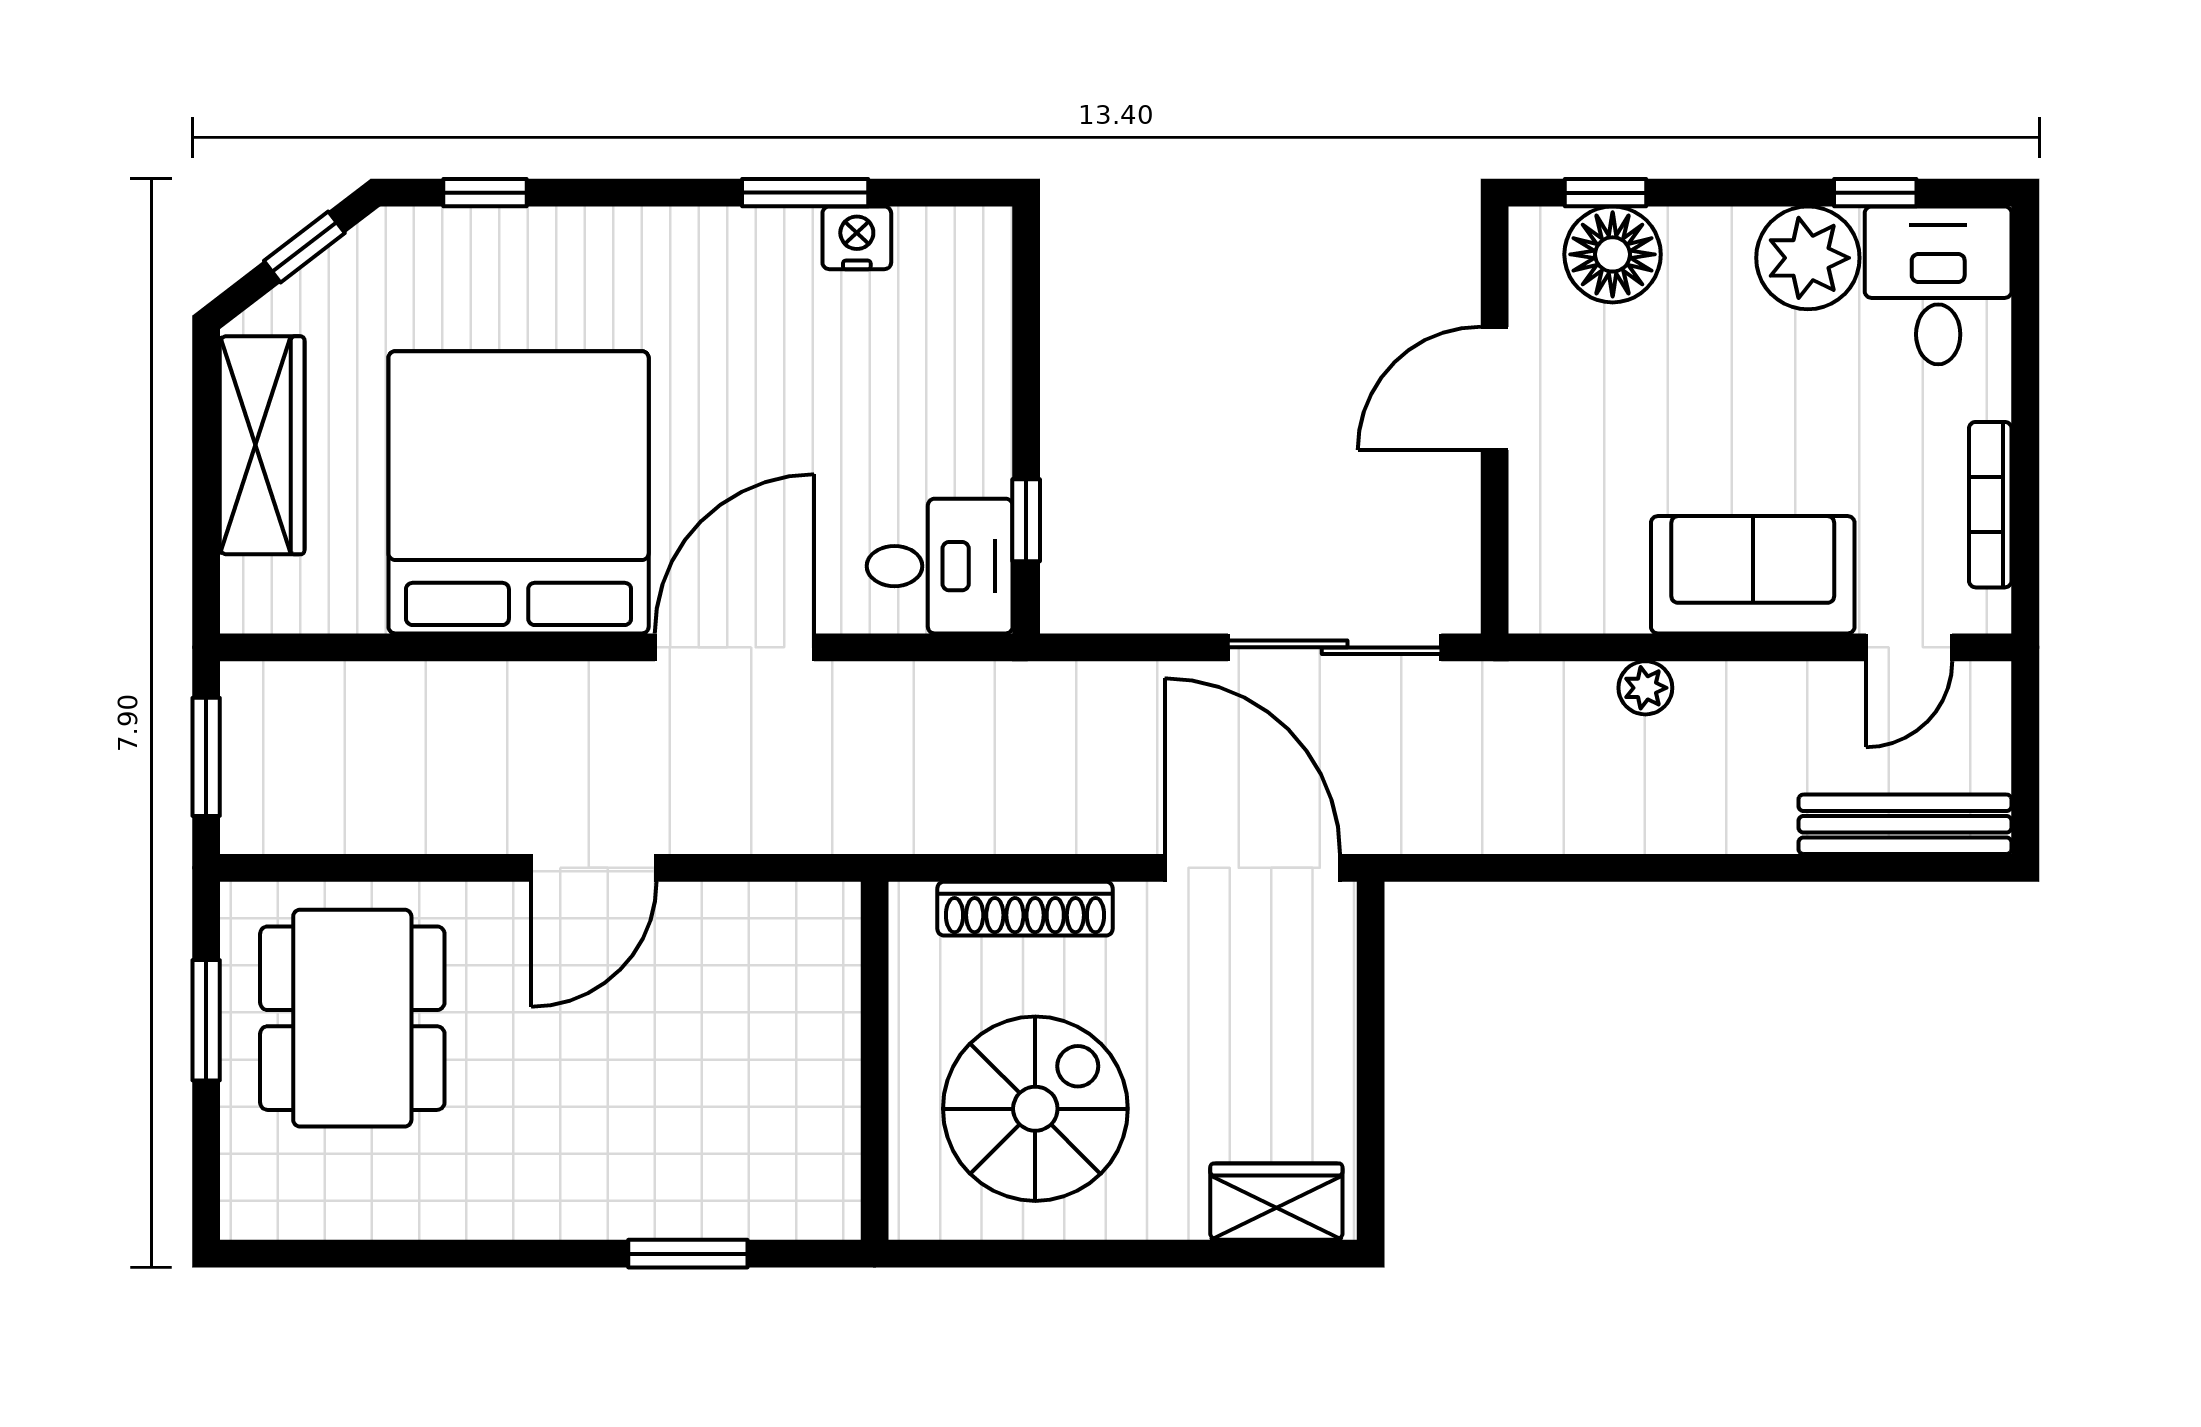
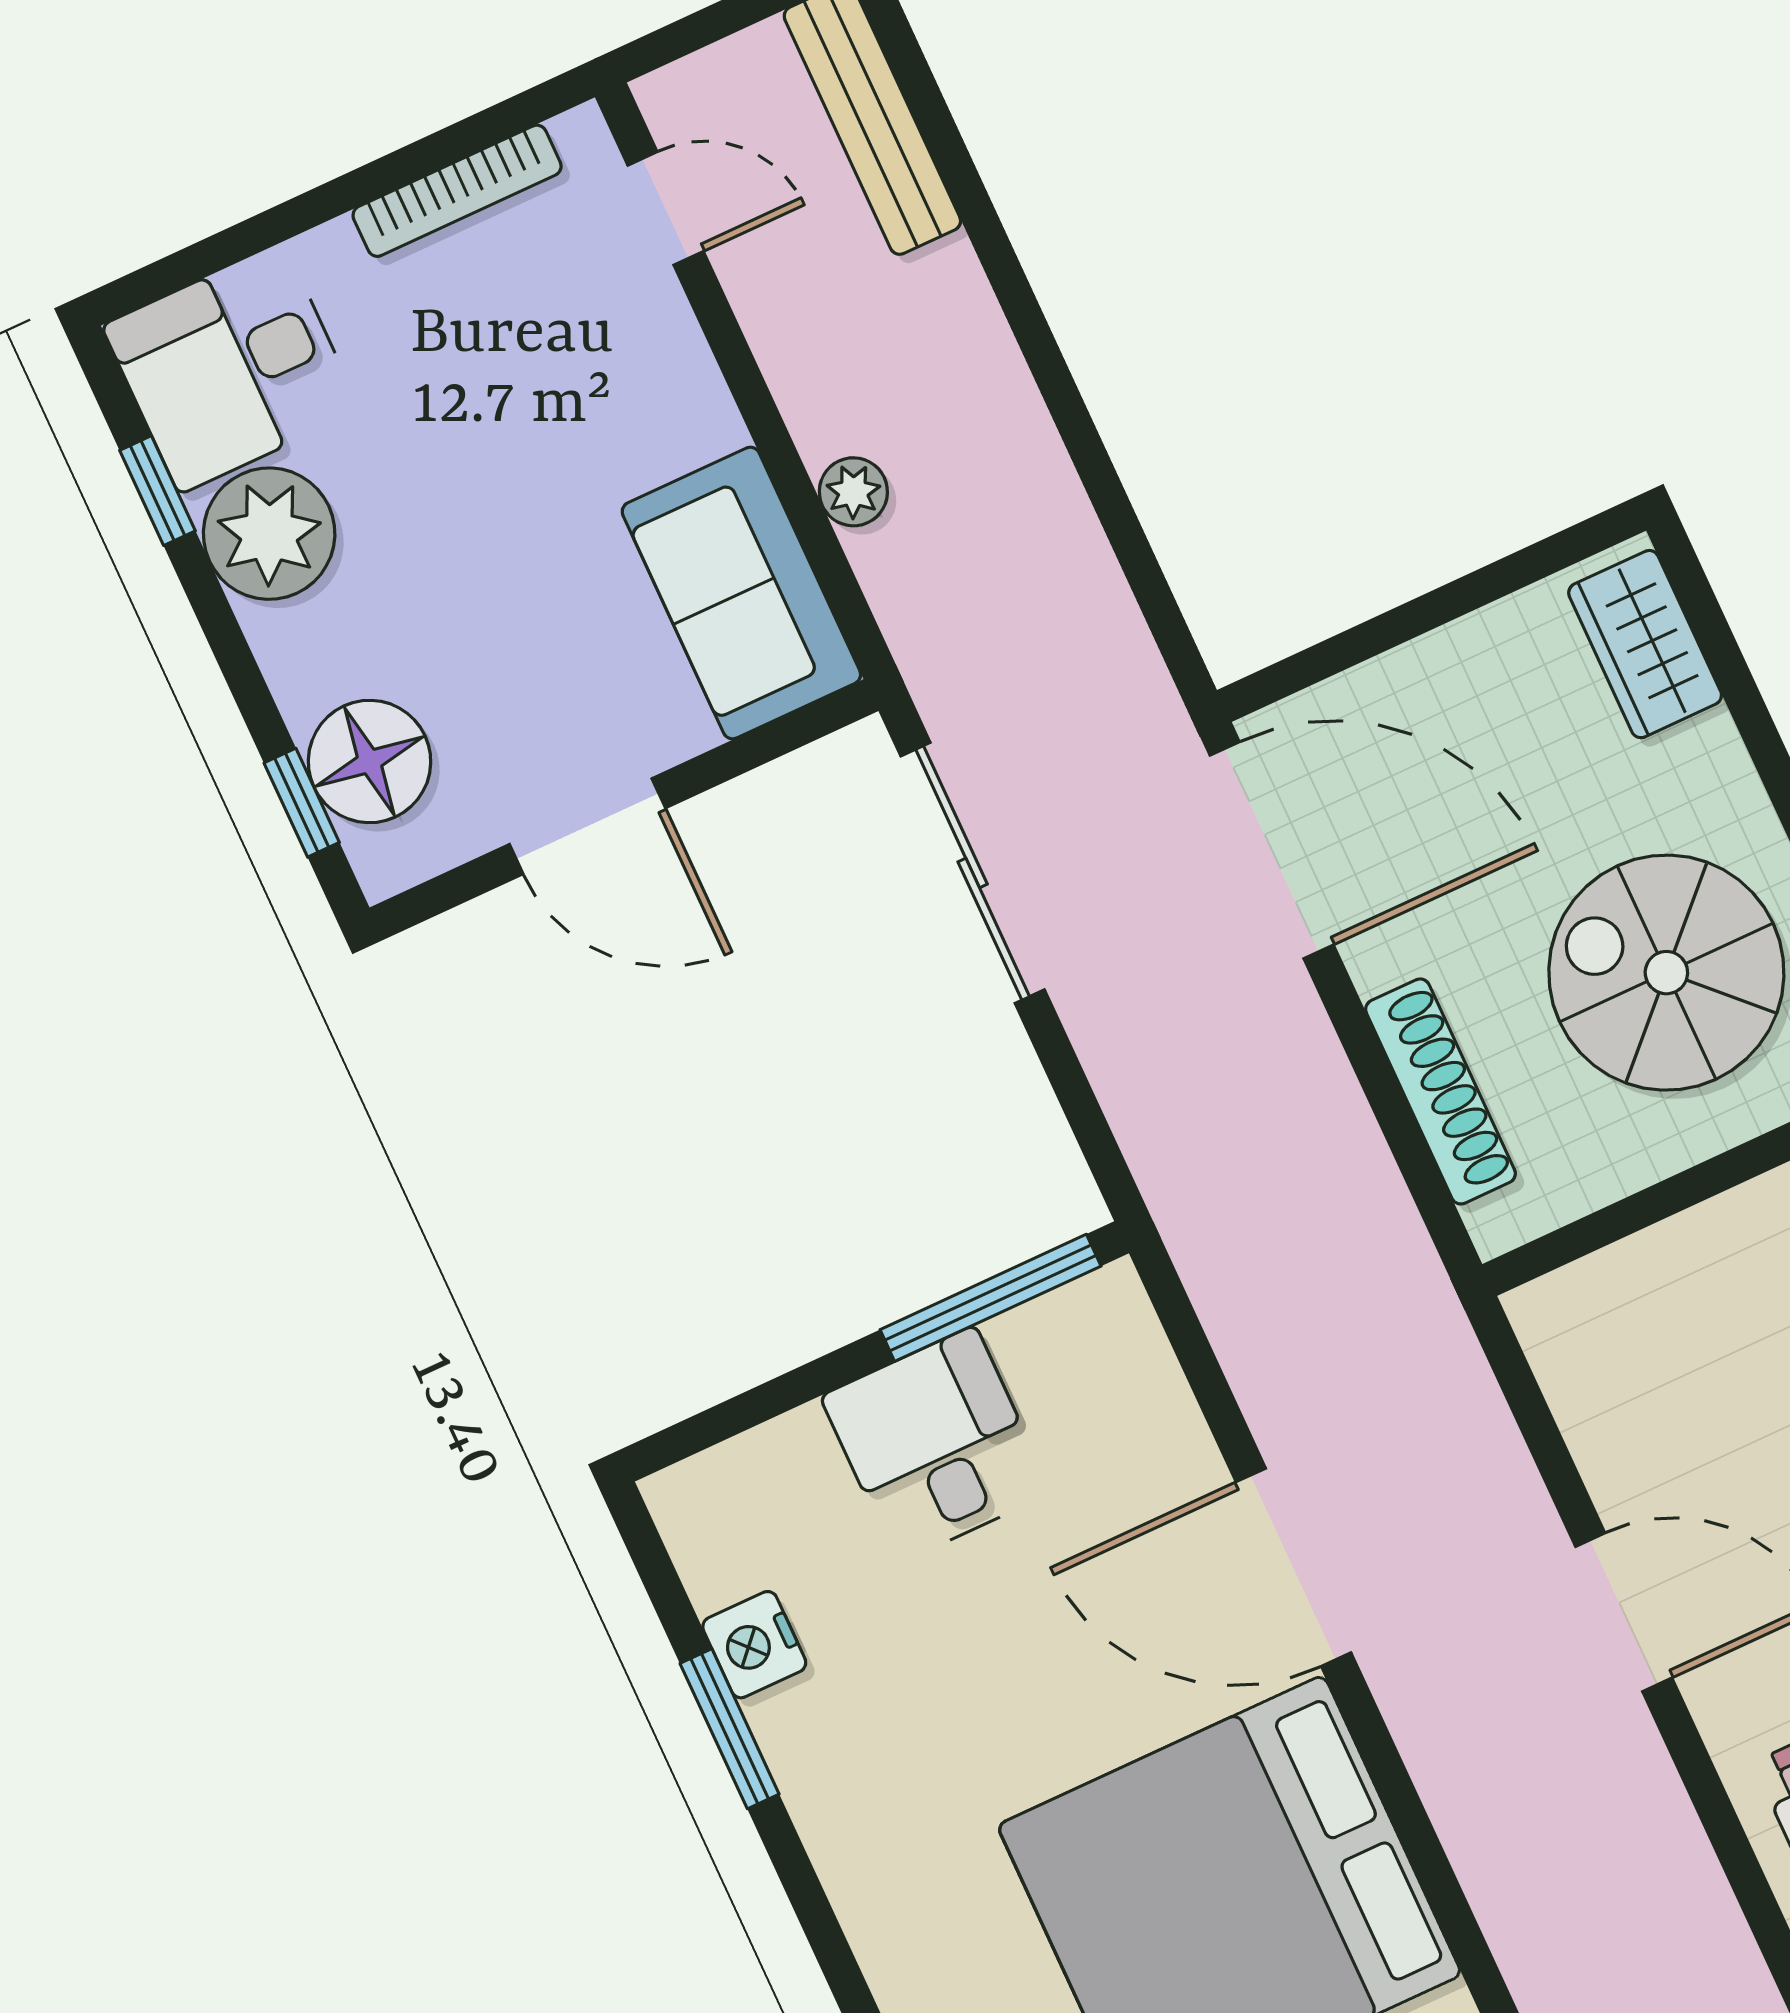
window: (1026, 520) -> (991, 1298), width x2.17
desk: (940, 566) -> (936, 1444), moved
sofa: (1753, 575) -> (741, 593), moved
door: (1252, 868) -> (1272, 850), swing flipped

